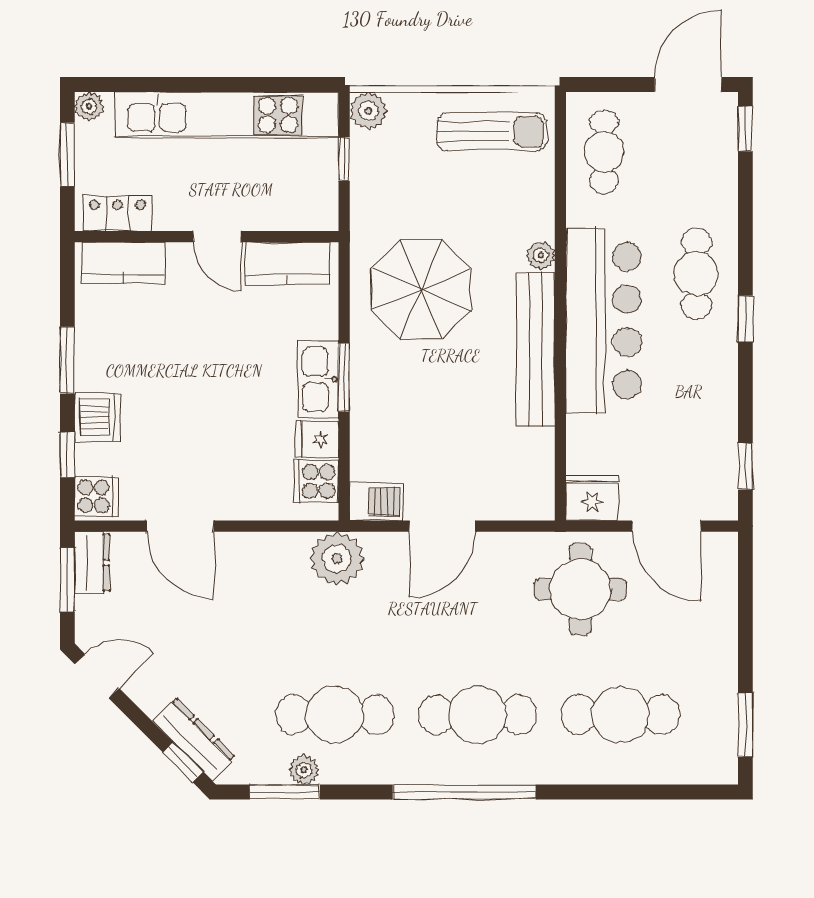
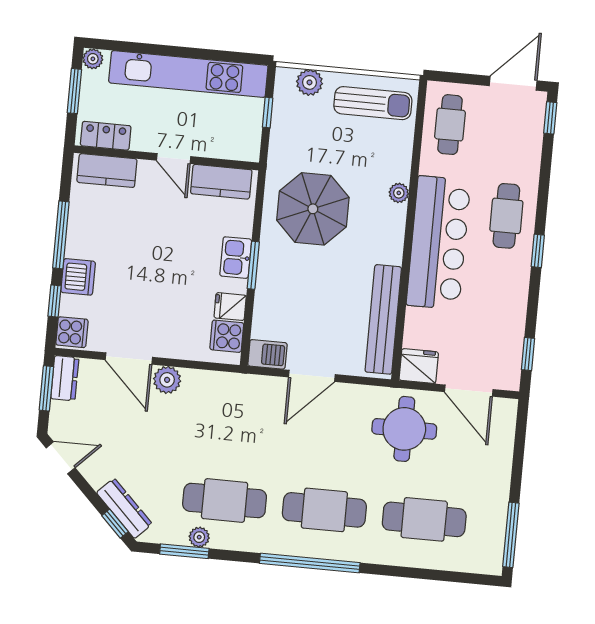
plant: (368, 111) -> (310, 82), moved
bench: (536, 349) -> (383, 319), moved
window: (67, 360) -> (61, 235), width x1.44
kitchen sink: (318, 379) -> (236, 258), width x0.73
plant: (337, 559) -> (167, 380), moved, width x0.73, depth x0.73
window: (745, 725) -> (511, 535), width x1.44

